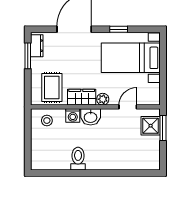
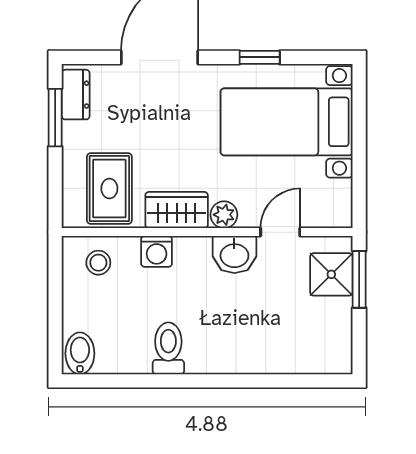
washbasin: (91, 117) -> (234, 255), moved
bidet: (39, 161) -> (80, 353), added

